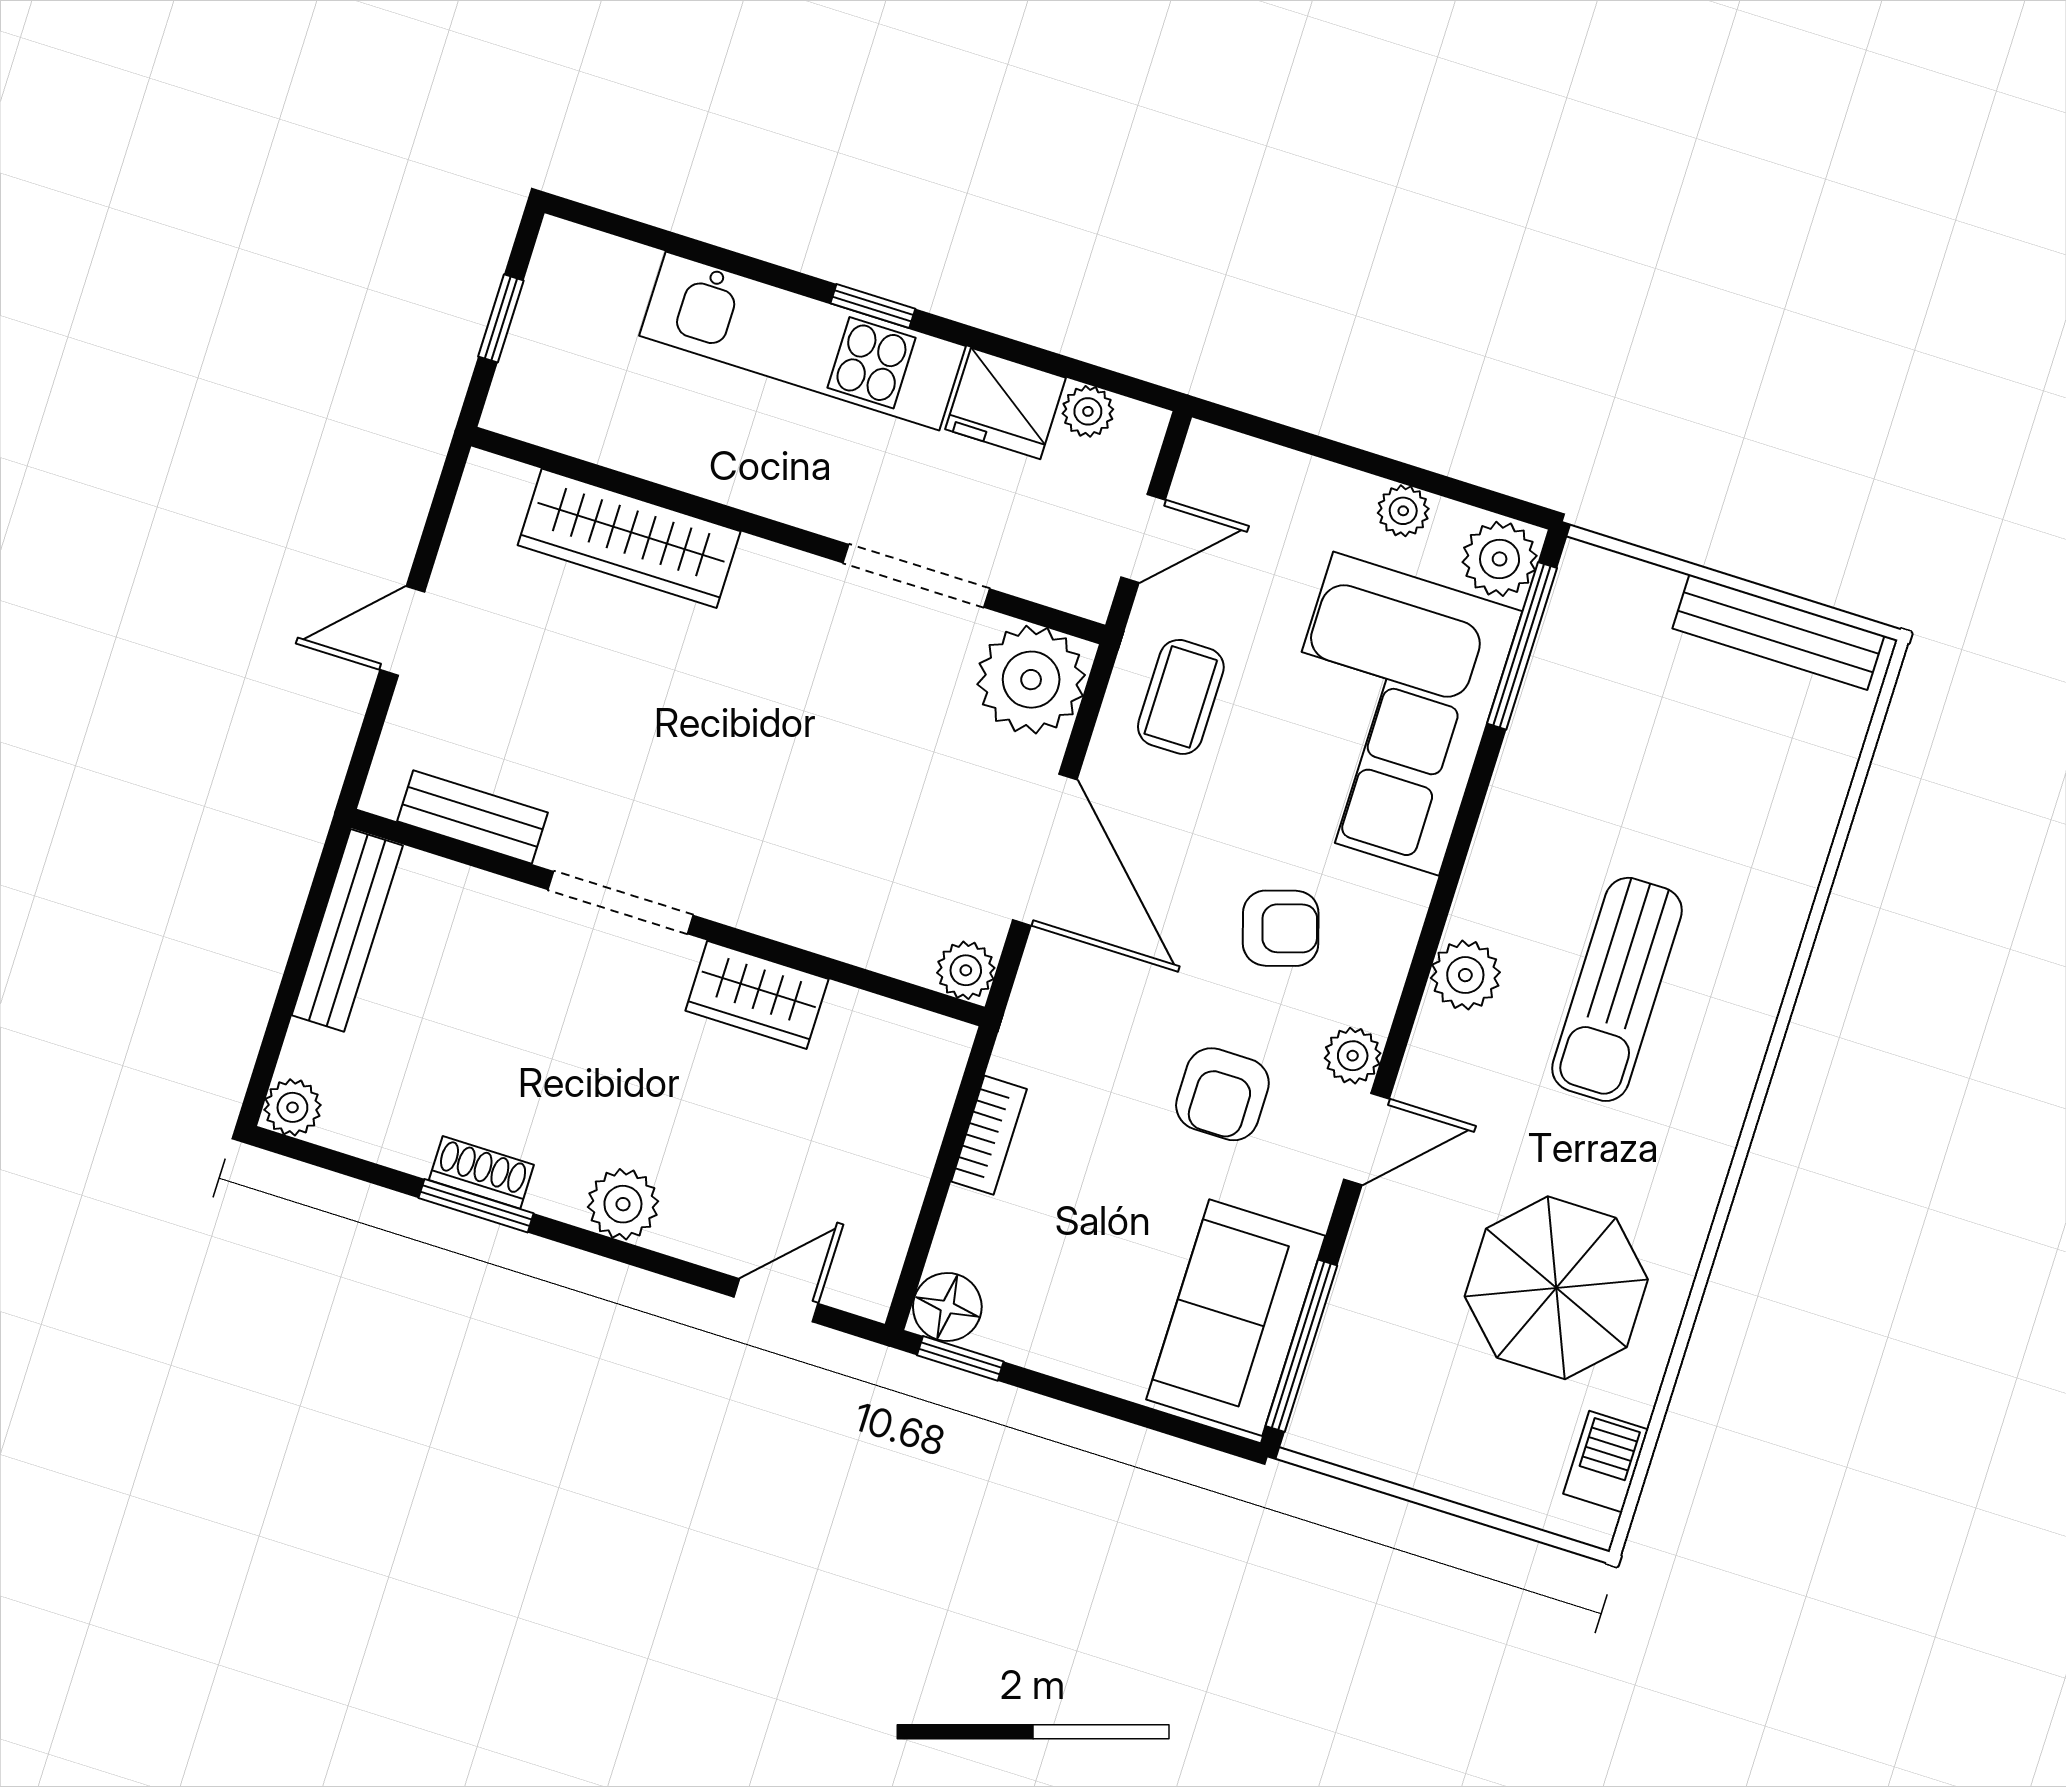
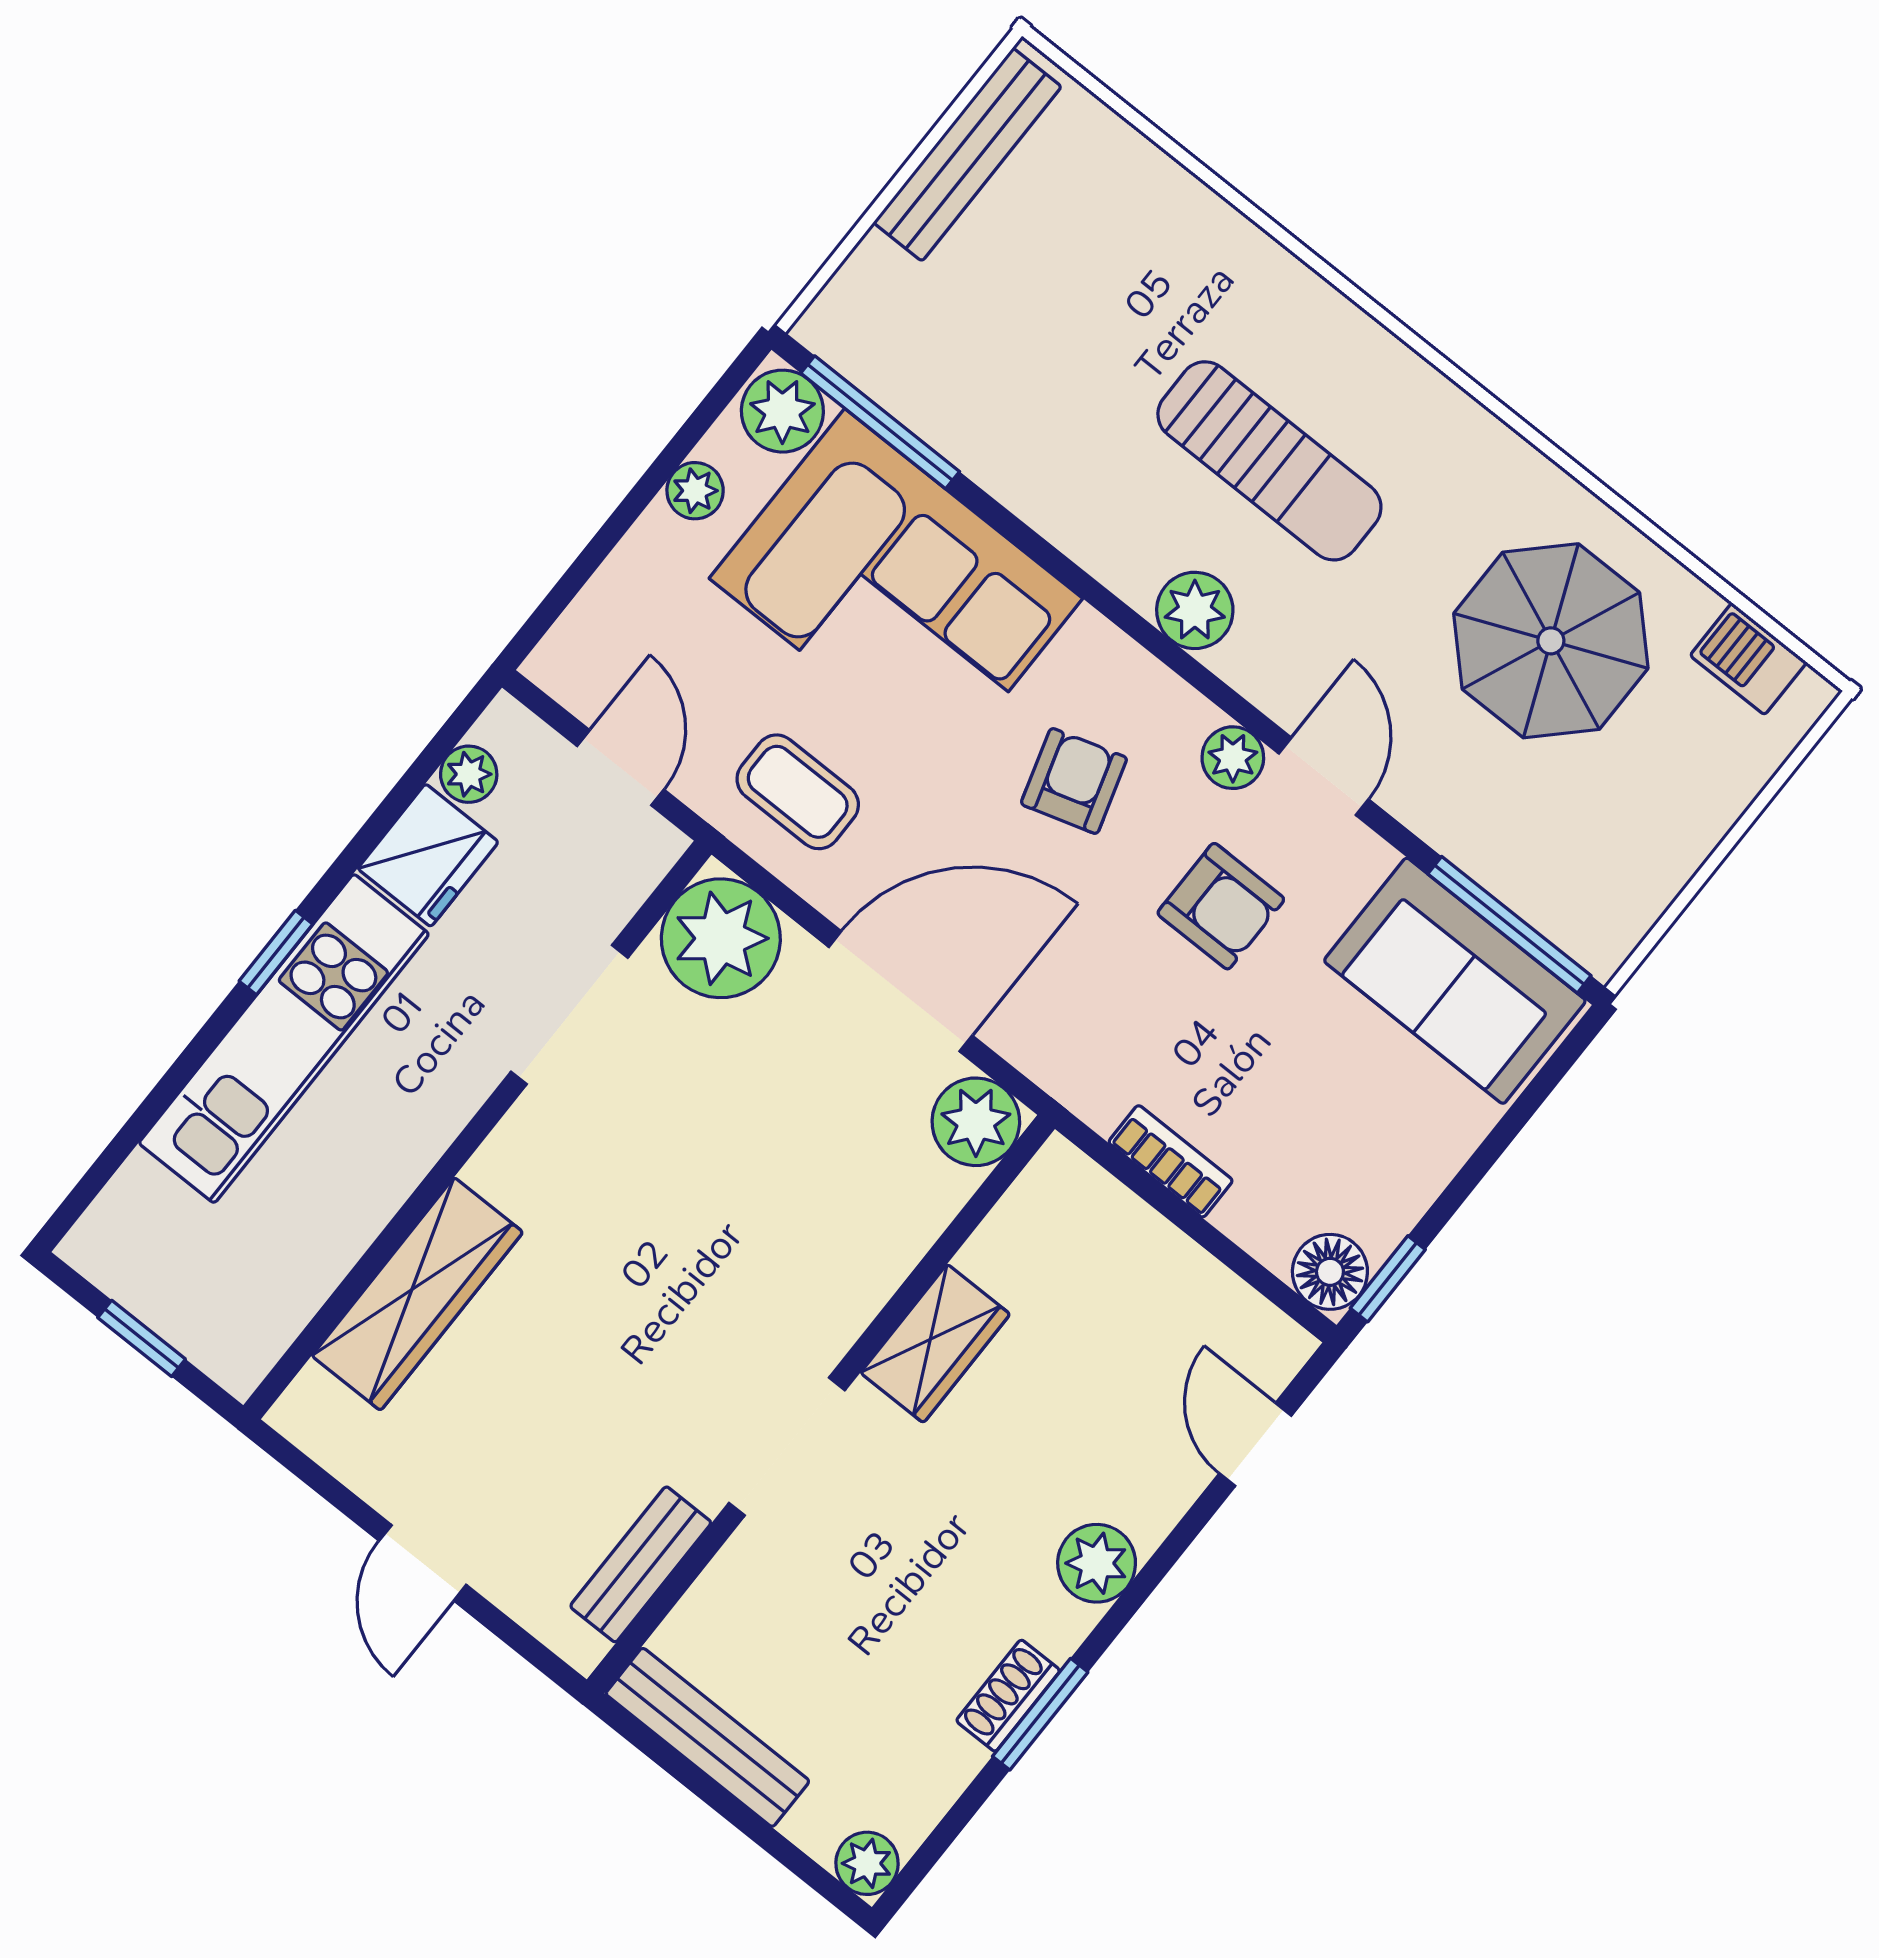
plant: (966, 970) -> (976, 1122), width x1.38, depth x1.38

